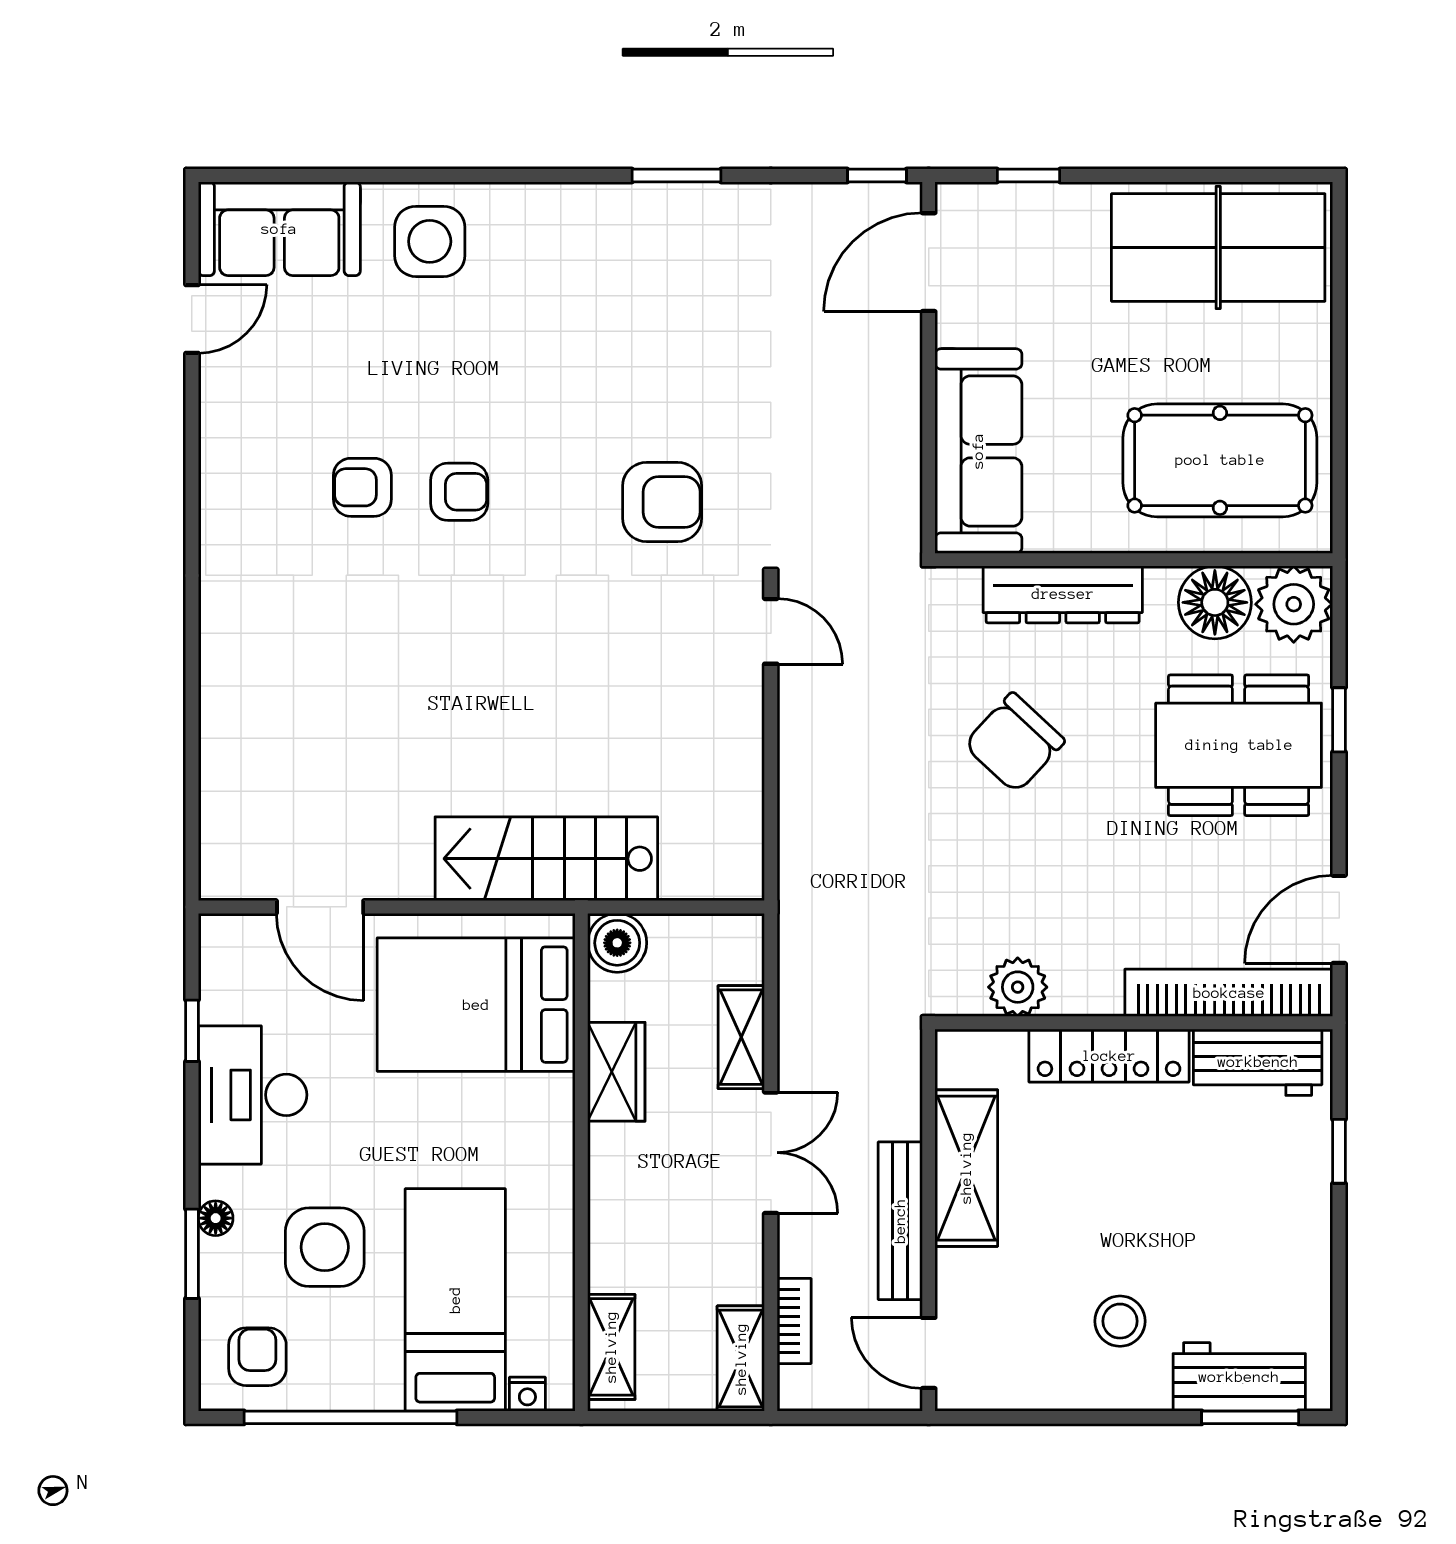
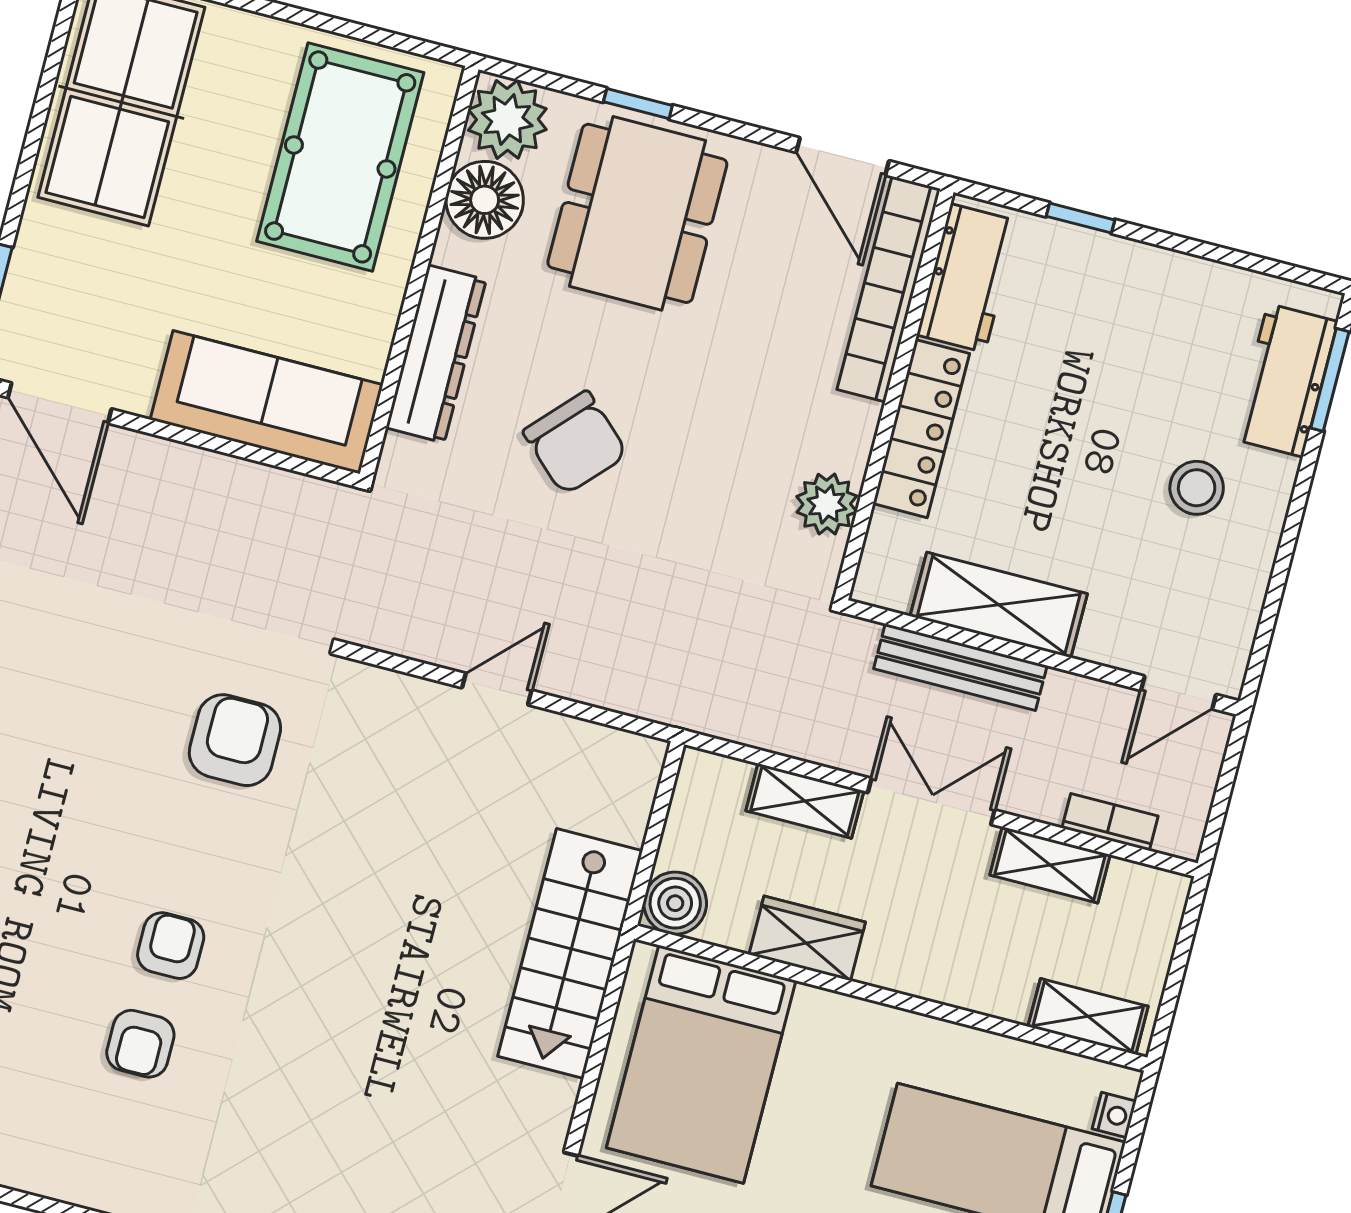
door: (771, 631) -> (497, 689), moved
bench: (900, 1221) -> (960, 667), moved
shelving: (741, 1359) -> (1050, 865), moved

